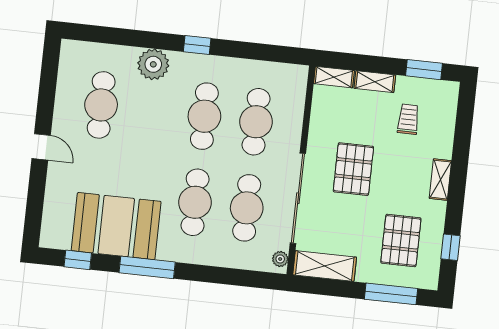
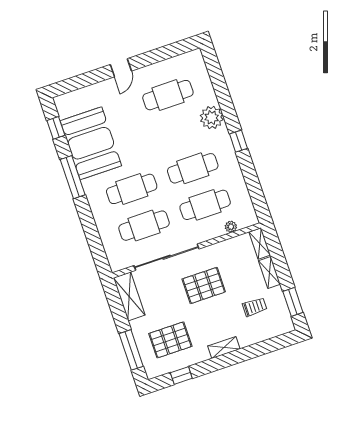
plant: (280, 259) -> (231, 227), moved

